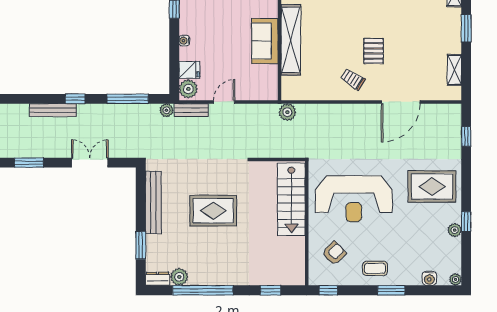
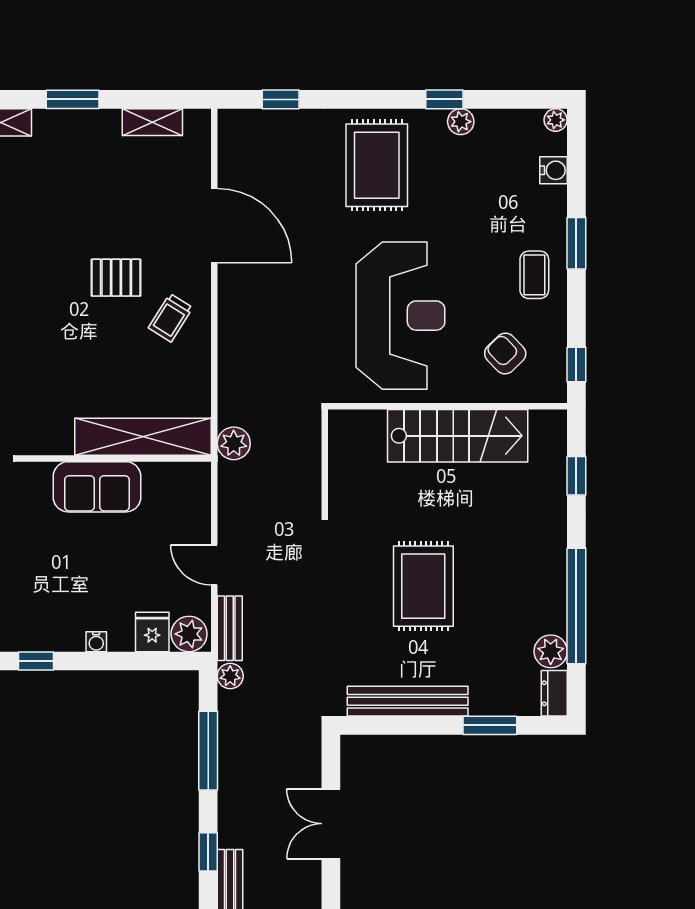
shelving: (291, 40) -> (143, 437), moved
stairs: (291, 199) -> (458, 436), moved

